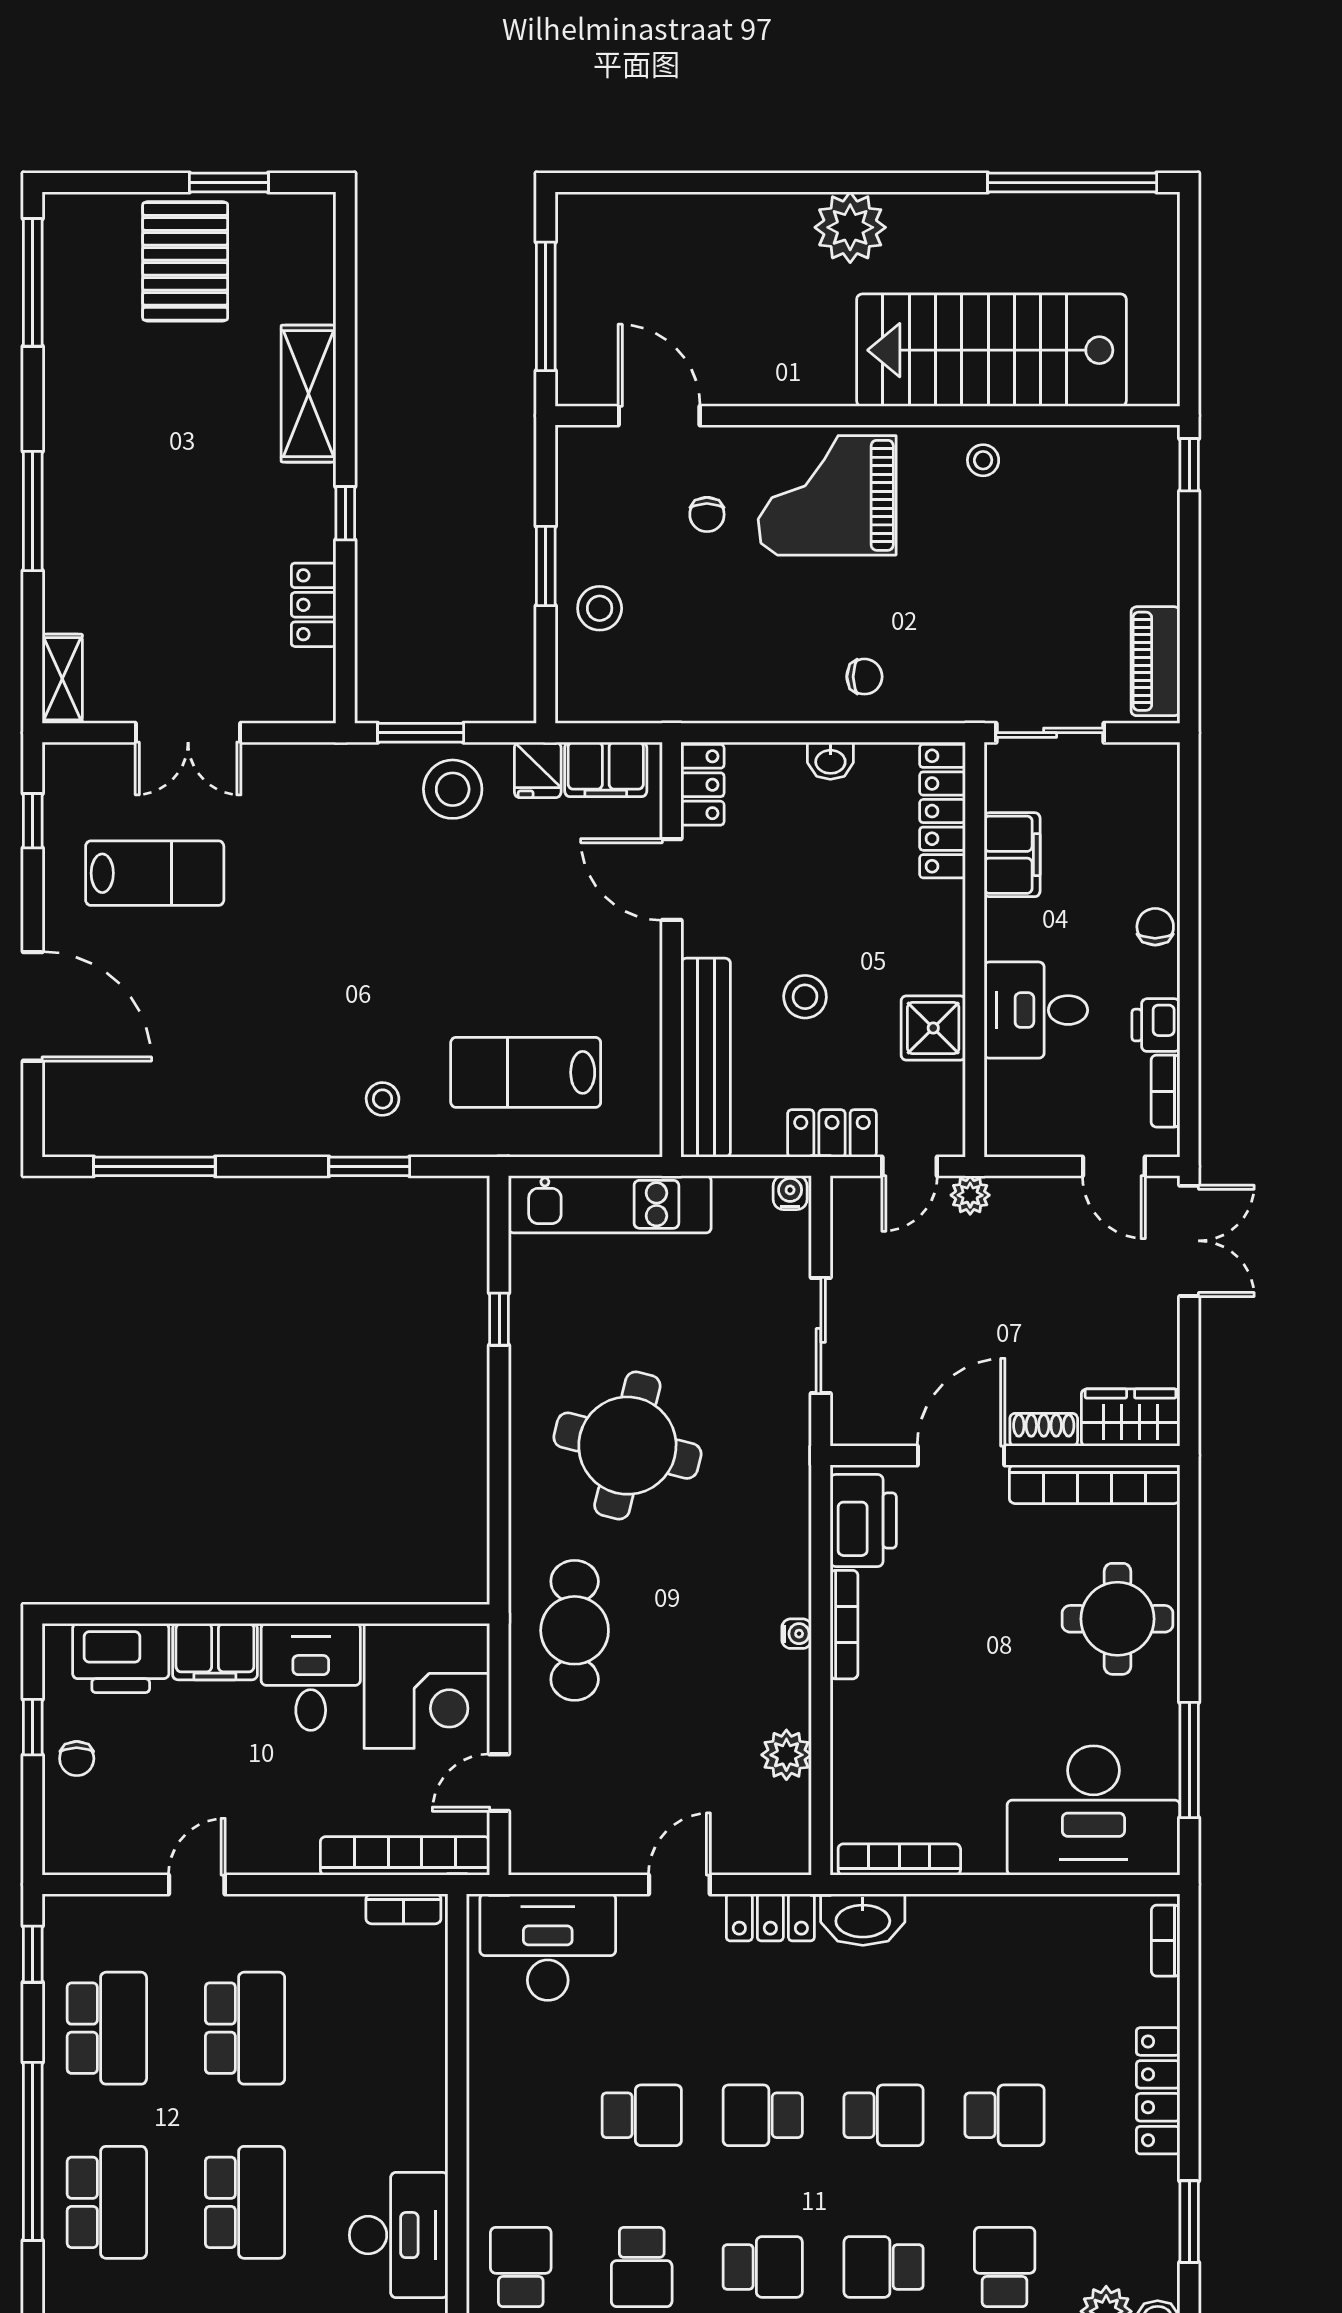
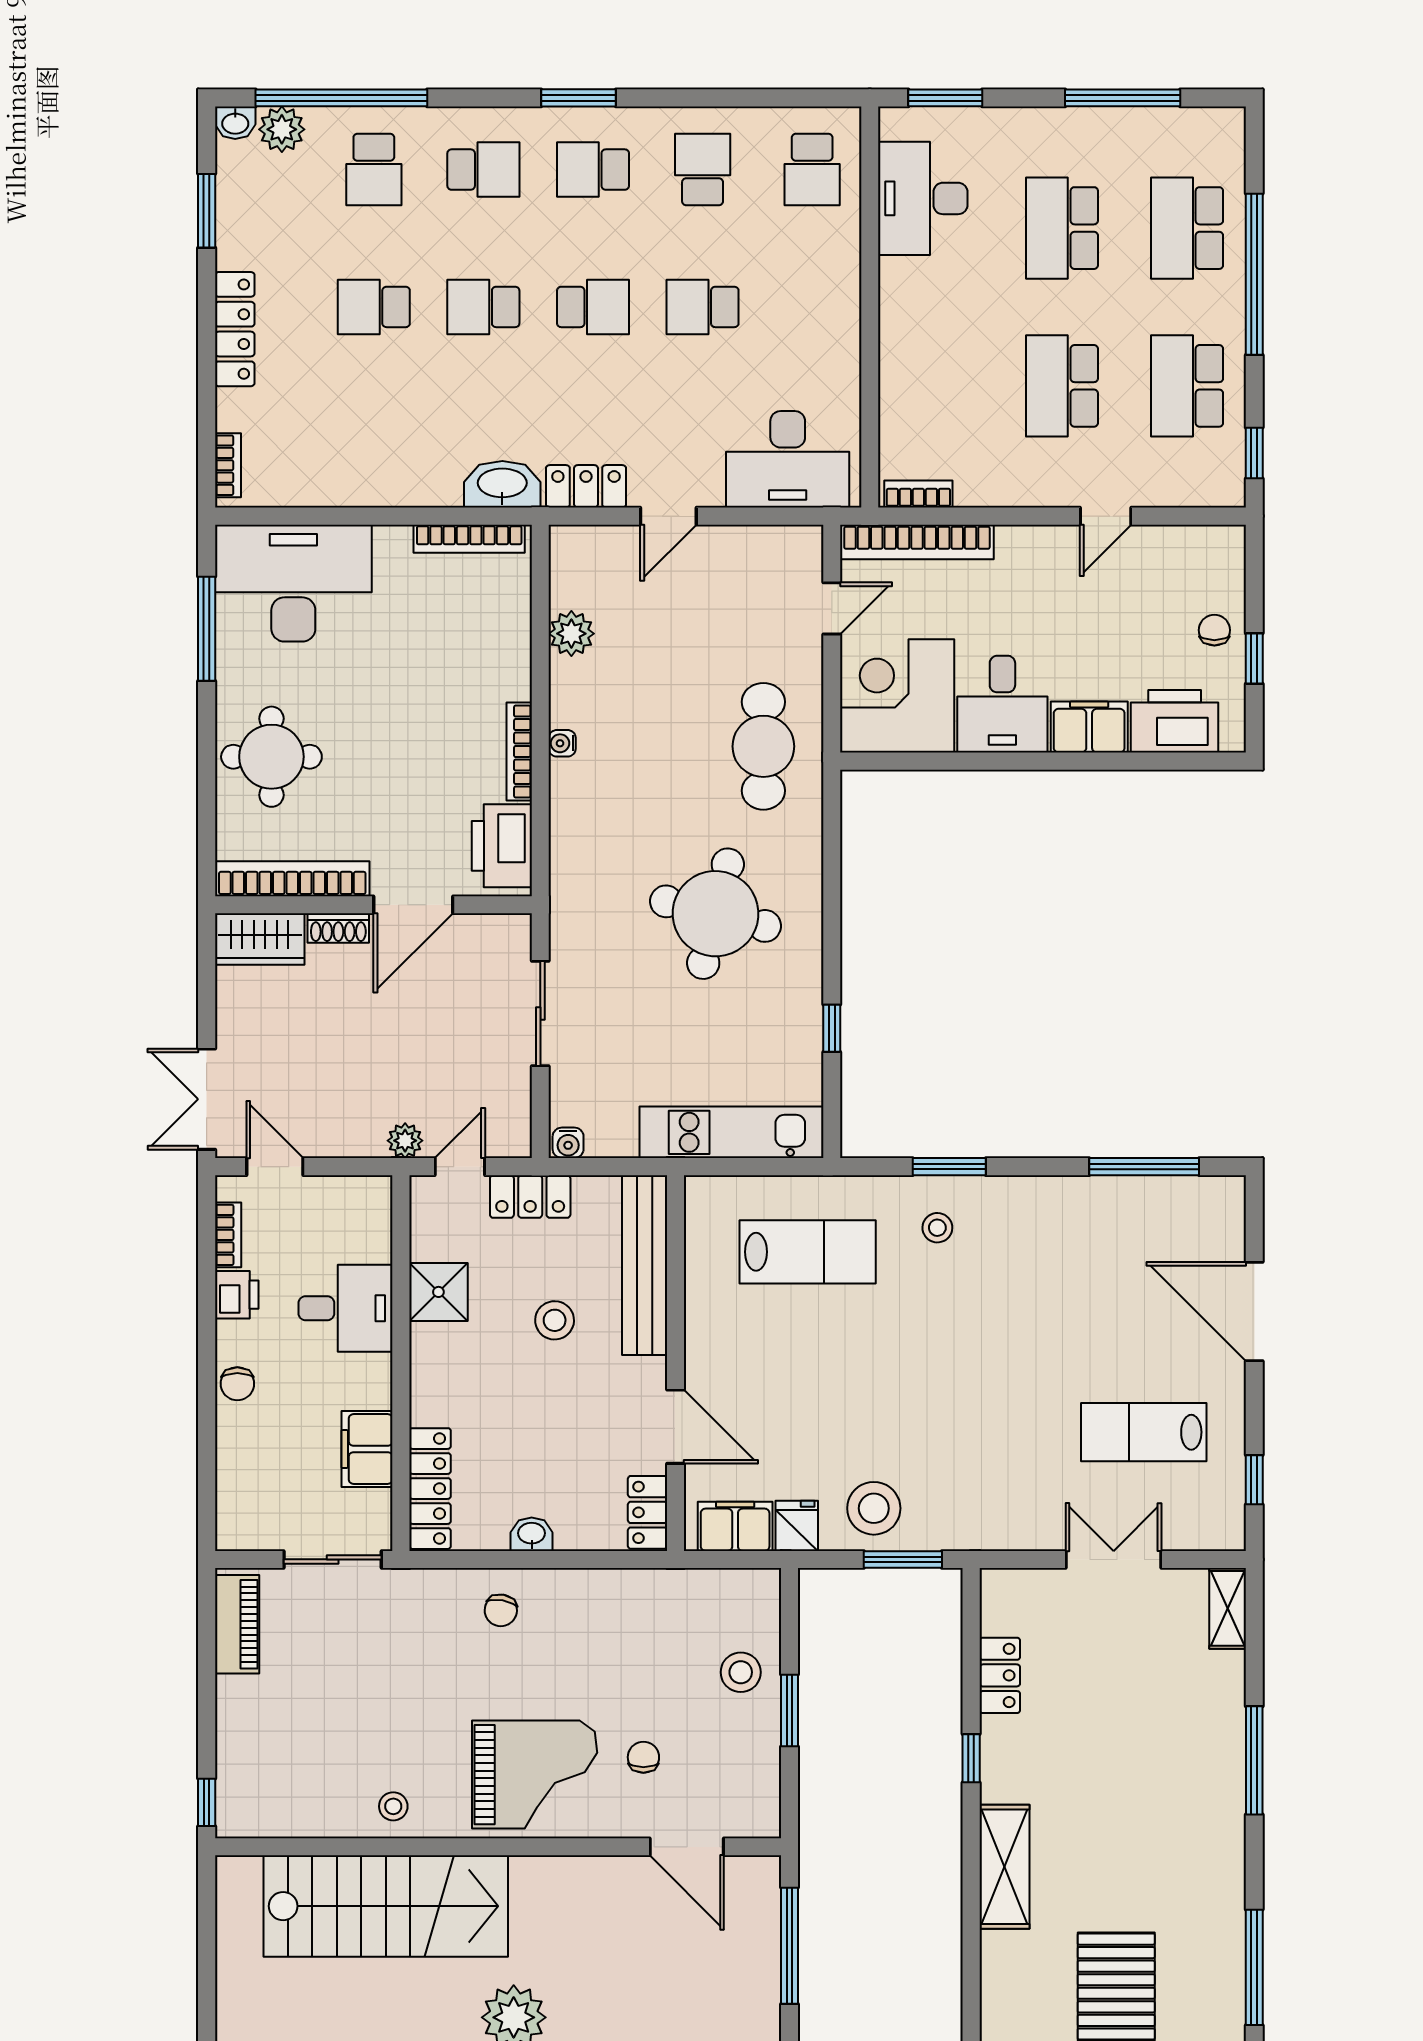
chair: (864, 677) -> (501, 1610), turned -80

